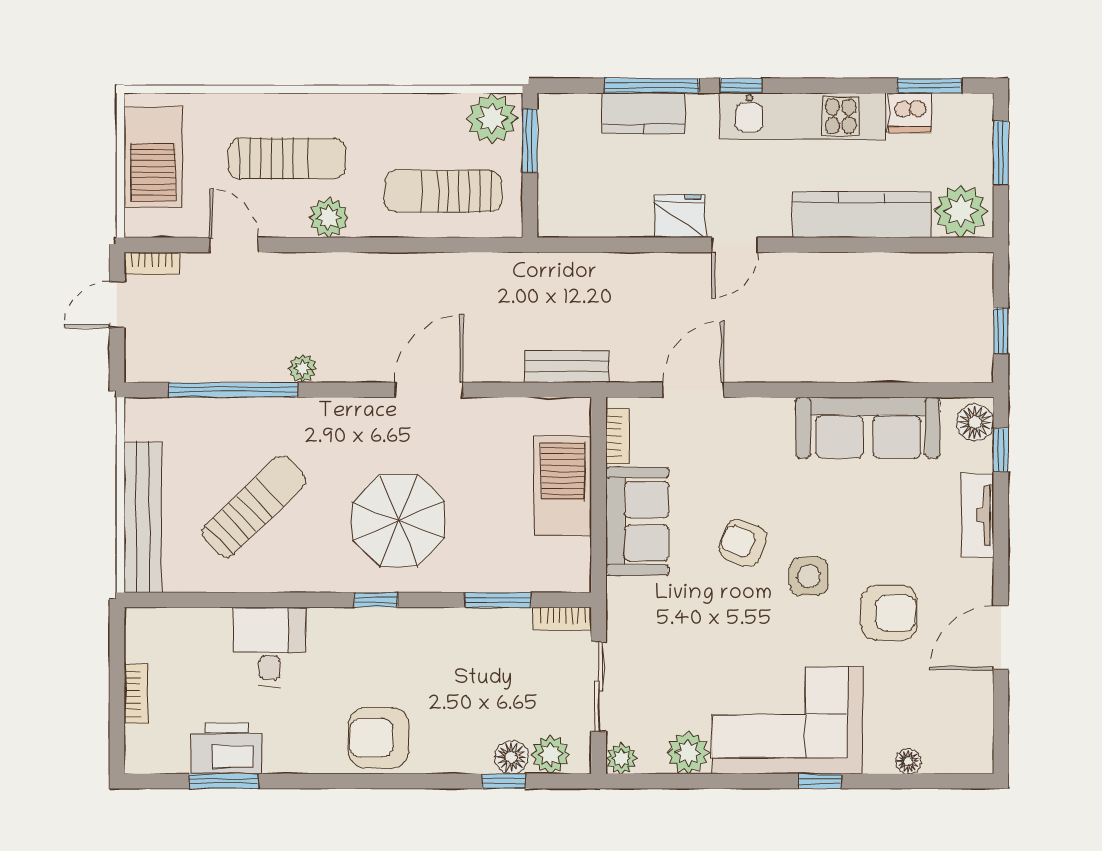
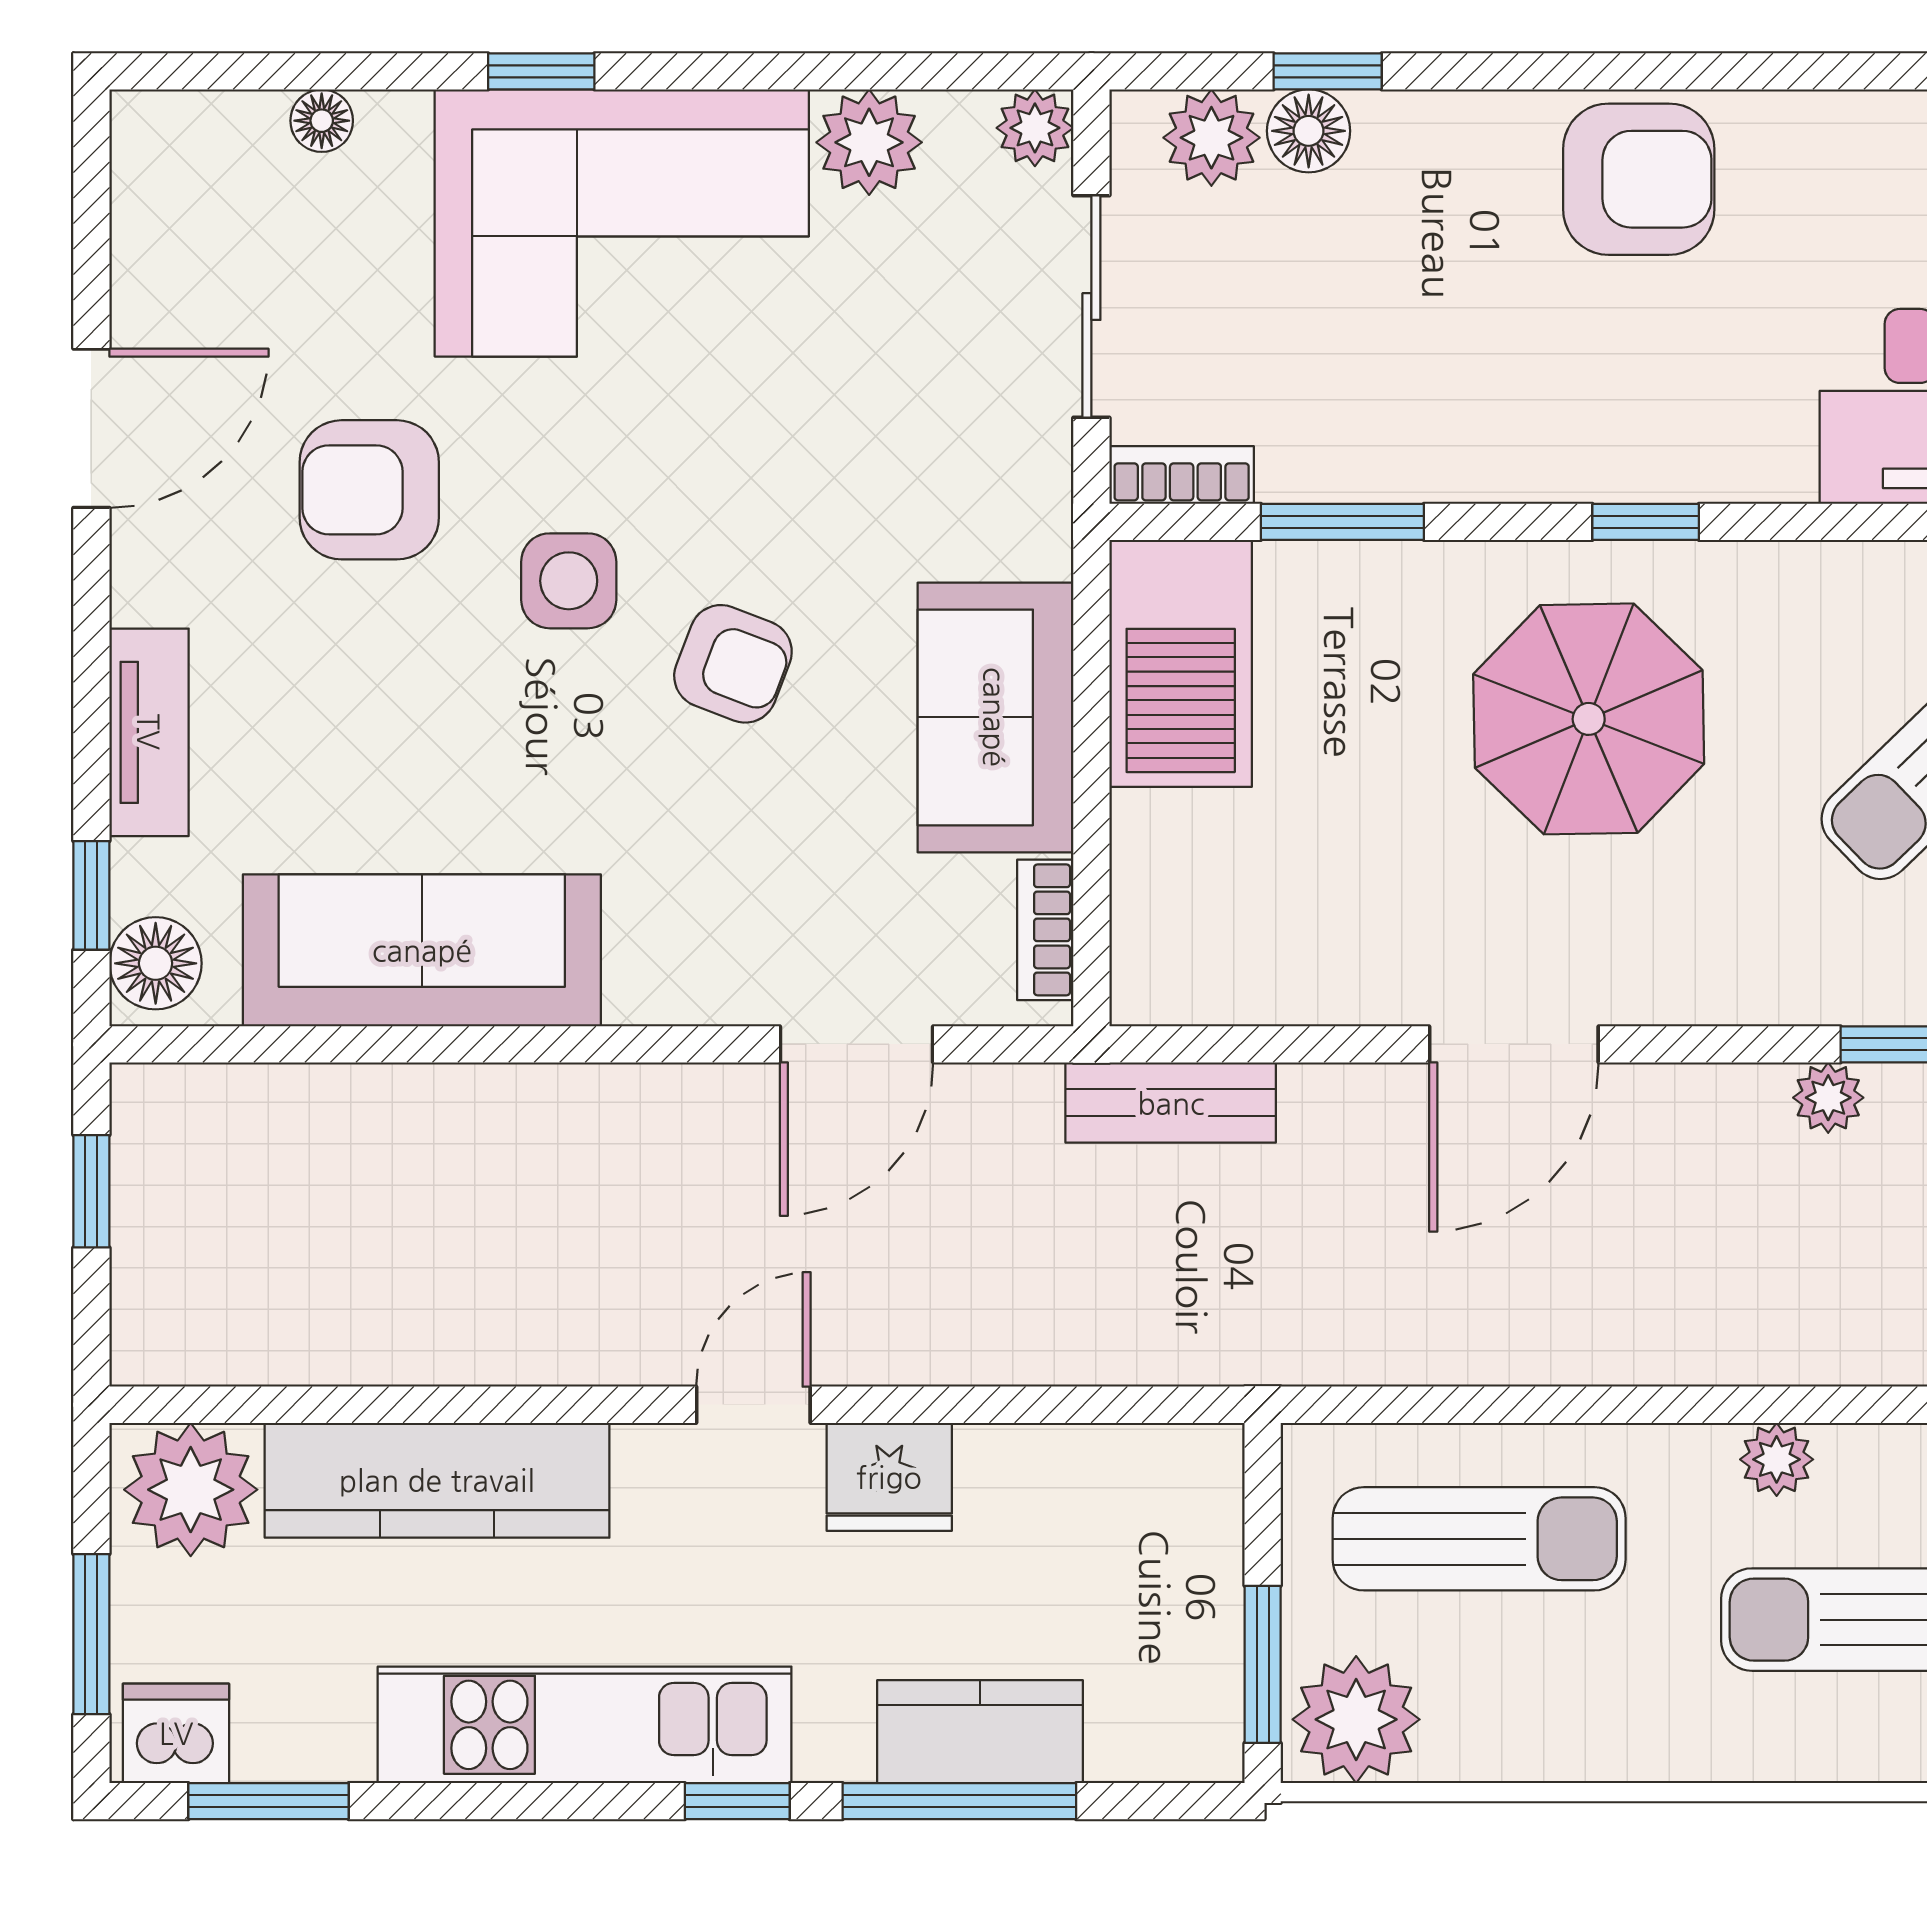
dishwasher: (910, 113) -> (176, 1733), moved
plant: (329, 217) -> (1777, 1459), width x0.73, depth x0.73
barbecue: (563, 486) -> (1181, 663), moved

